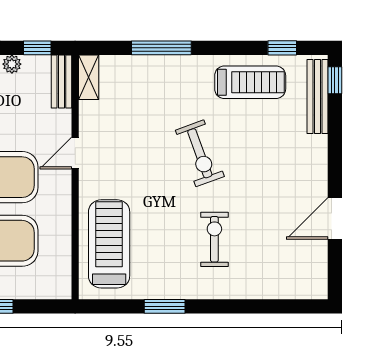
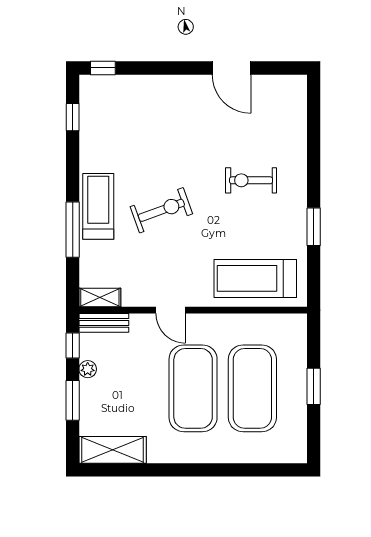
treadmill: (250, 82) -> (98, 206), moved
bench: (318, 96) -> (118, 84), removed
exercise bike: (200, 153) -> (161, 210), moved

